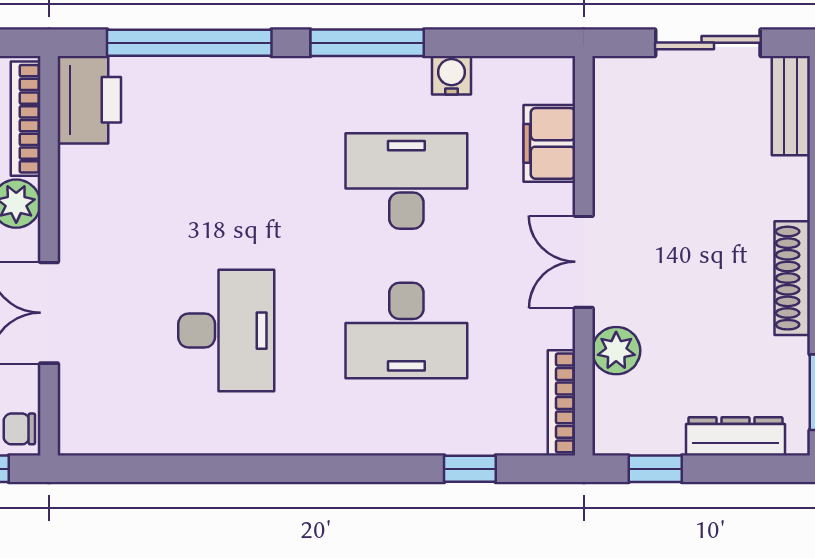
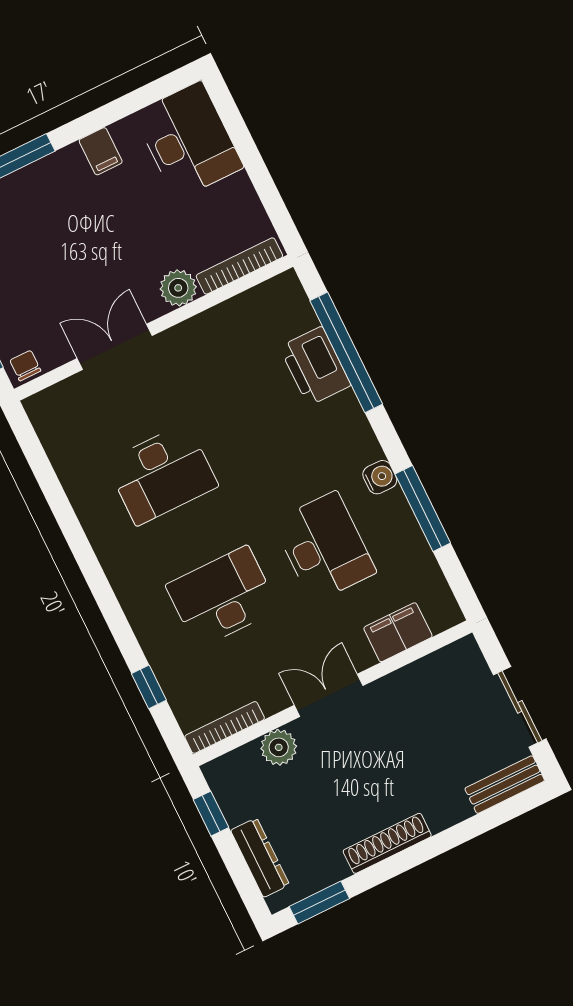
window: (367, 43) -> (423, 509), moved
water cooler: (452, 75) -> (380, 477), moved
printer: (89, 100) -> (315, 366), moved, turned 90
desk: (406, 331) -> (222, 597), turned 90

